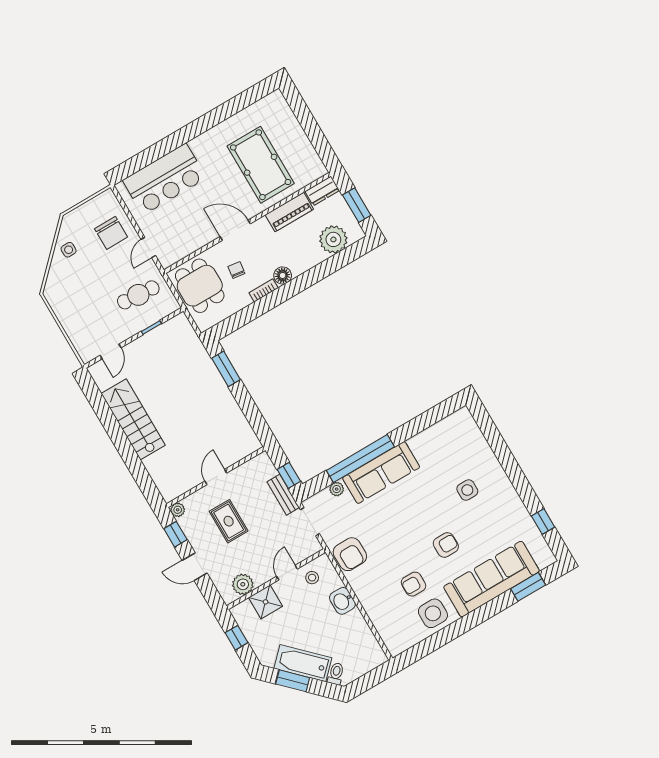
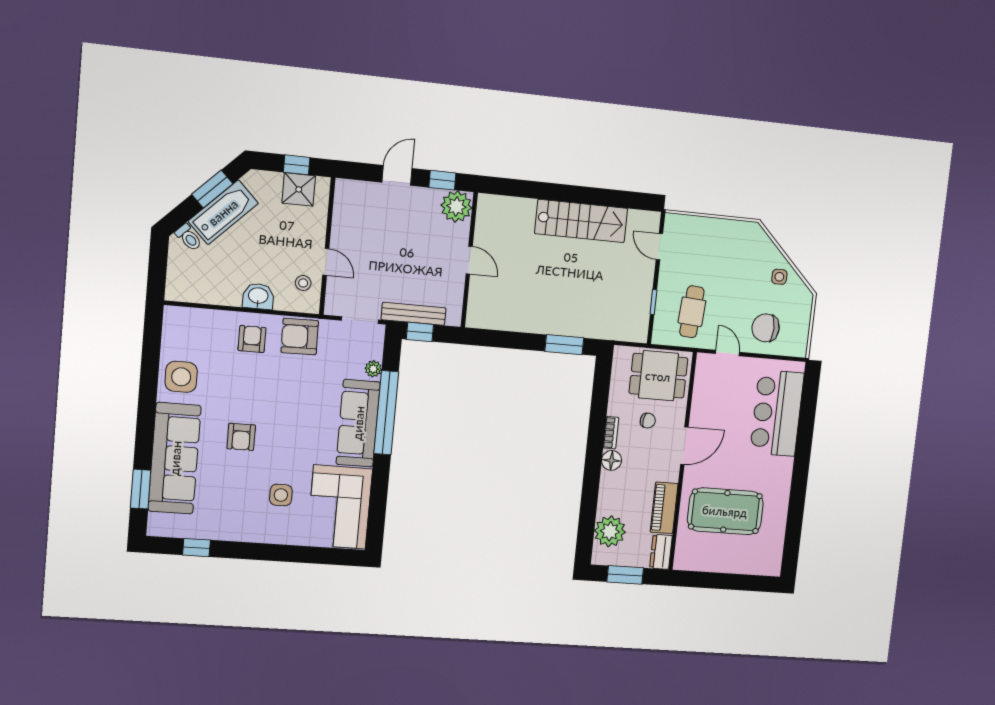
corner sofa: (448, 444) -> (340, 507), added
bench: (283, 495) -> (414, 314), width x1.36
plant: (178, 510) -> (456, 206), width x1.87, depth x1.87
rug: (229, 521) -> (418, 241), removed
plant: (243, 584) -> (345, 210), removed
armchair: (414, 584) -> (252, 339), moved
shower: (266, 602) -> (299, 189), moved

